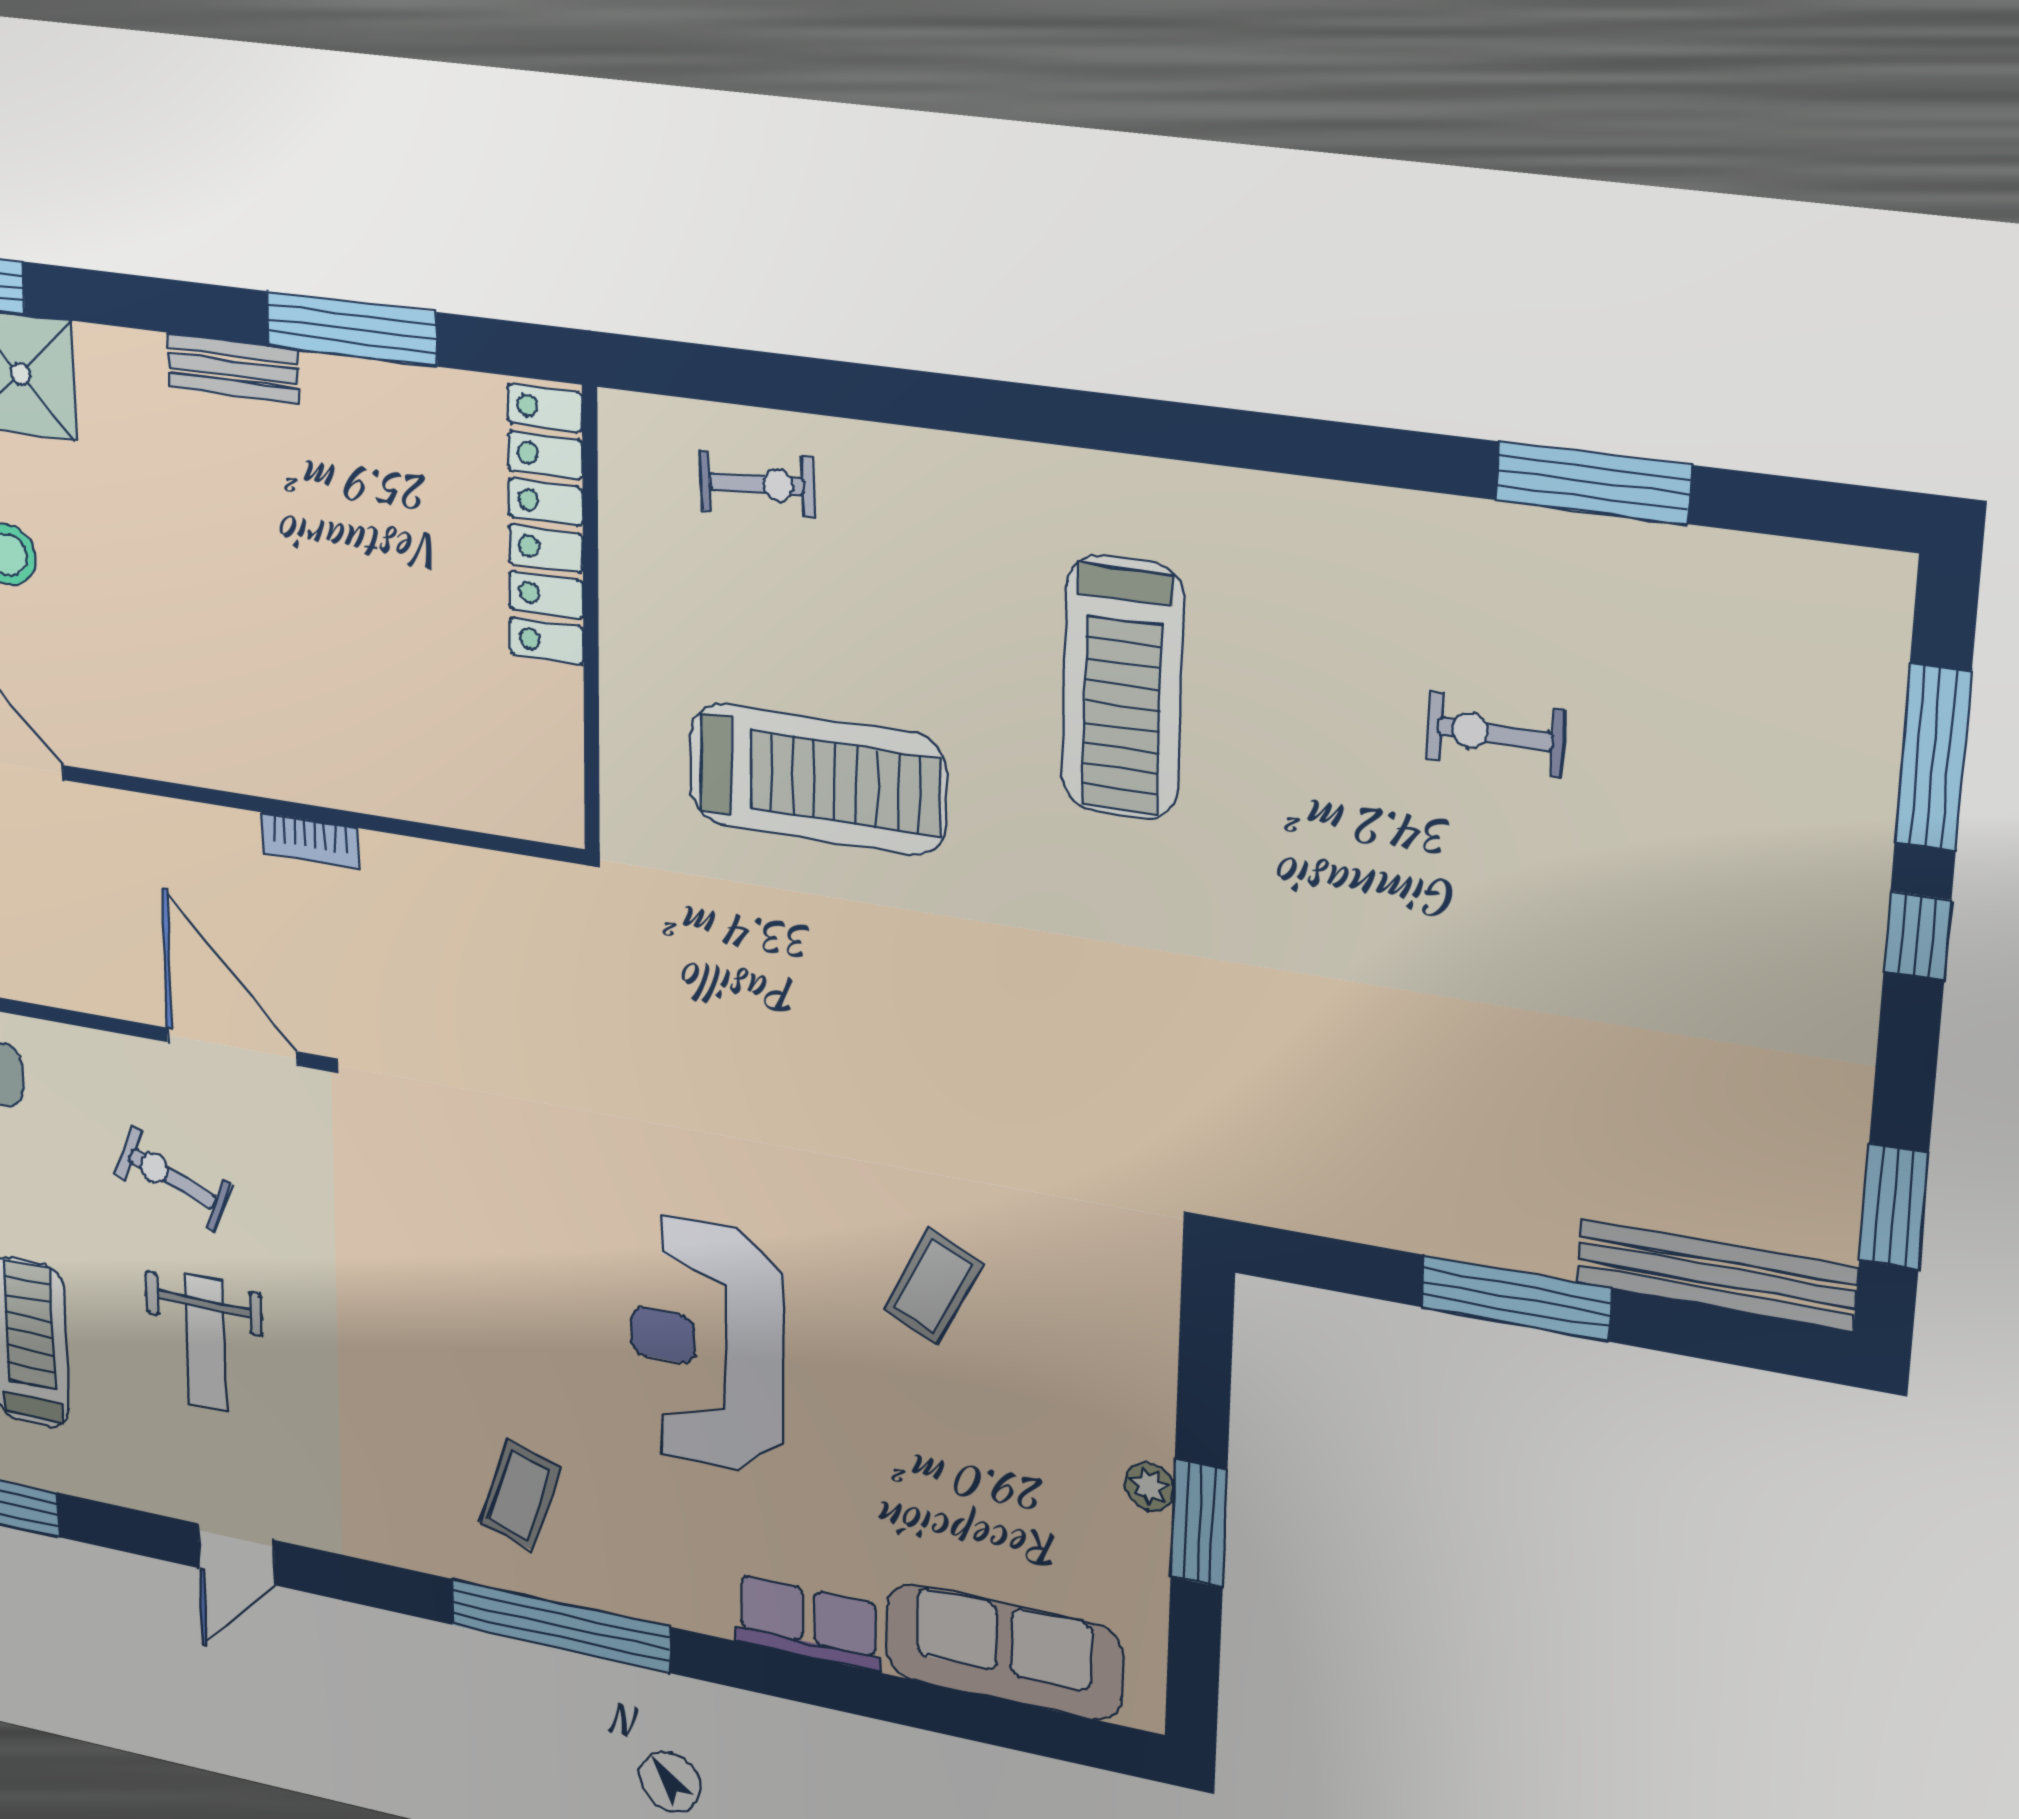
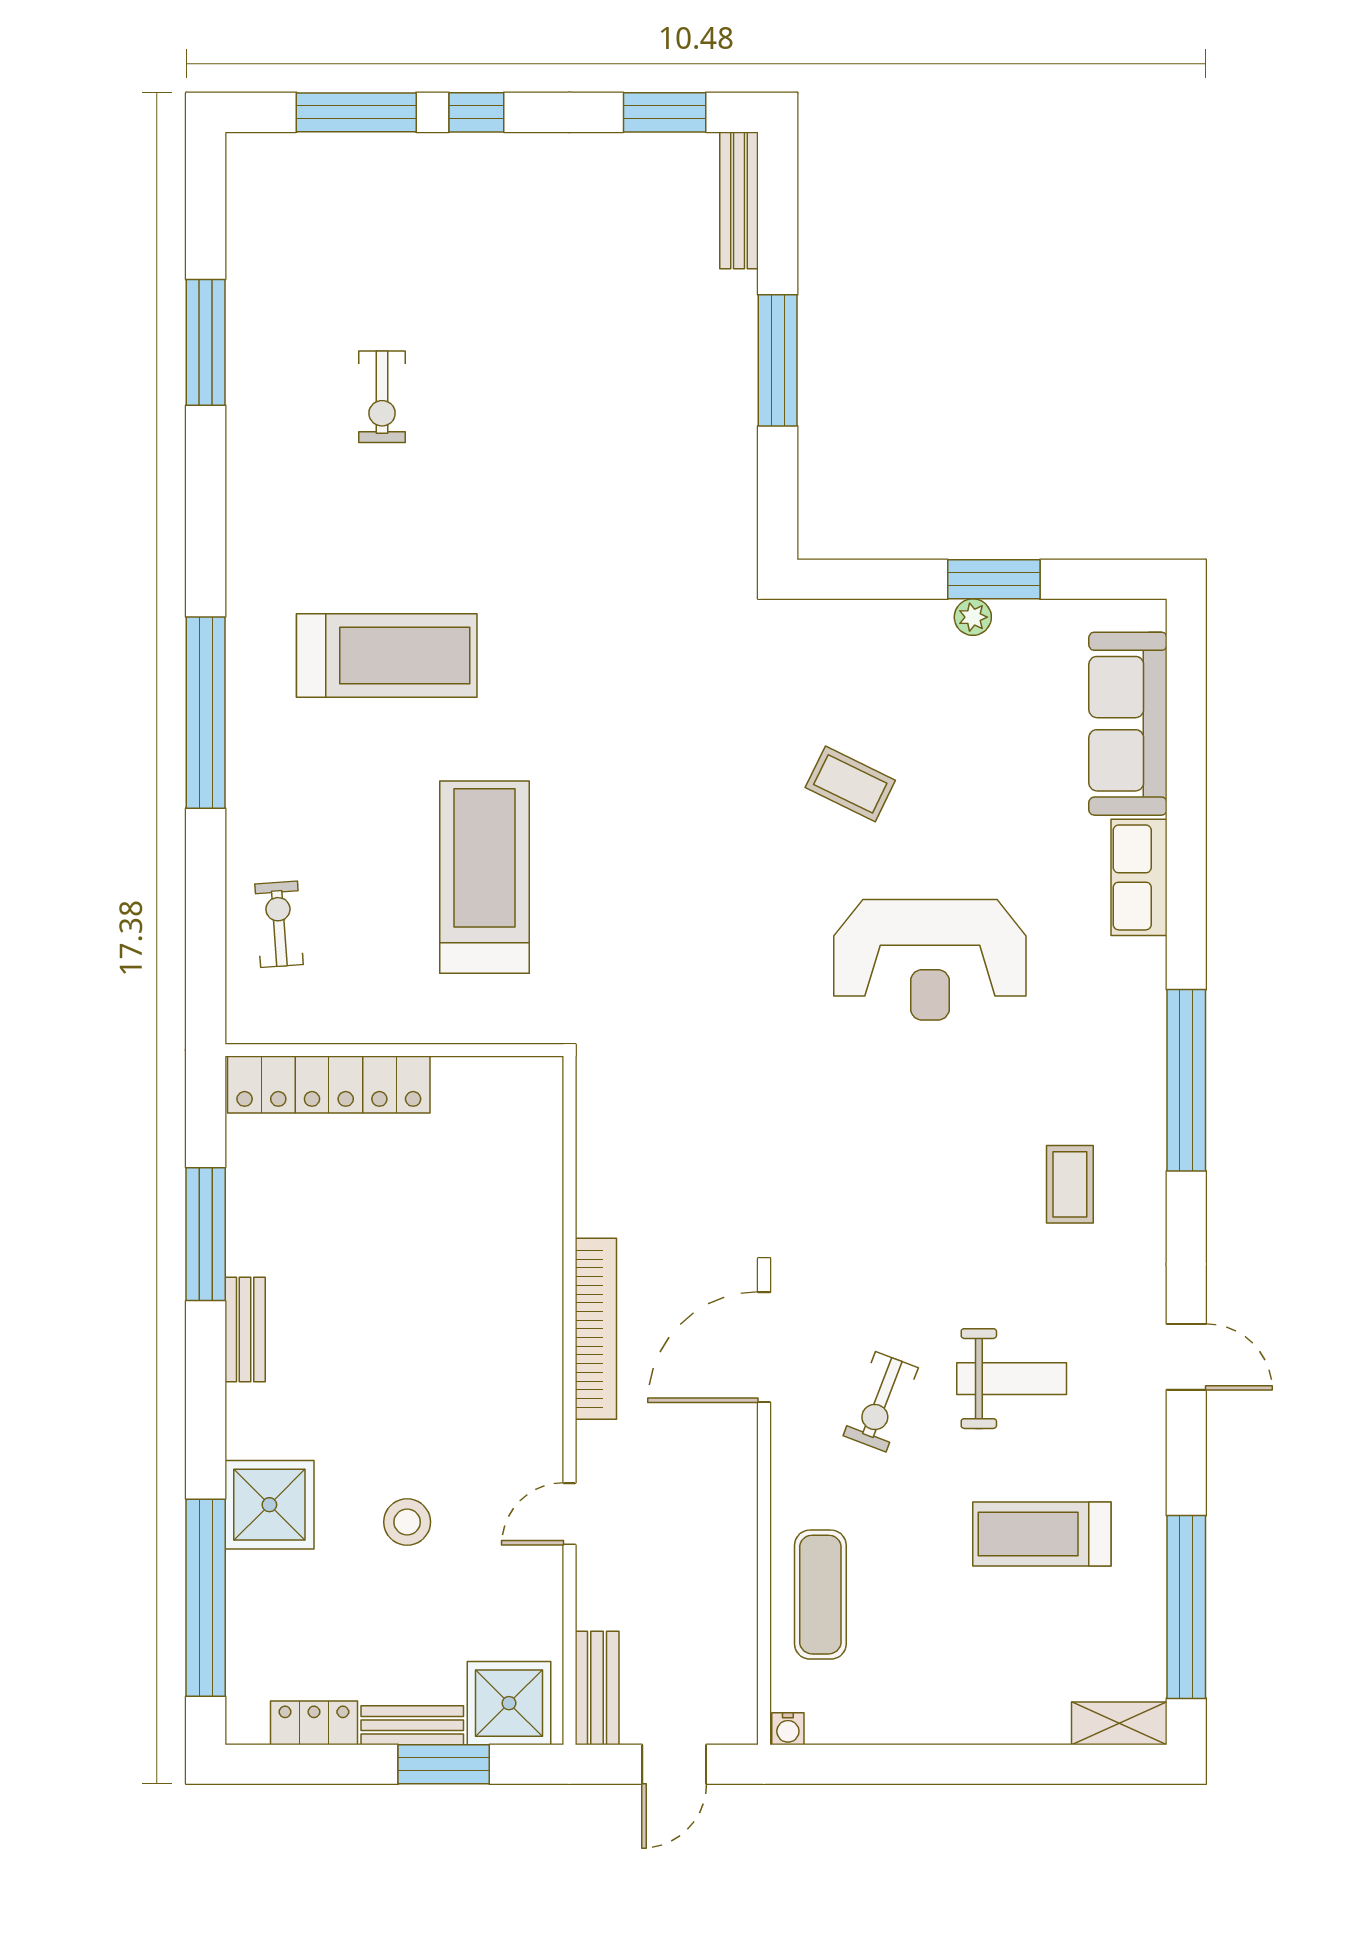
window: (1050, 415) -> (206, 713), added
bookcase: (310, 840) -> (596, 1329), width x2.31, depth x1.31
bench: (1716, 1275) -> (739, 200), width x0.73, depth x0.82
coffee table: (520, 1495) -> (1070, 1184), moved, turned 72

